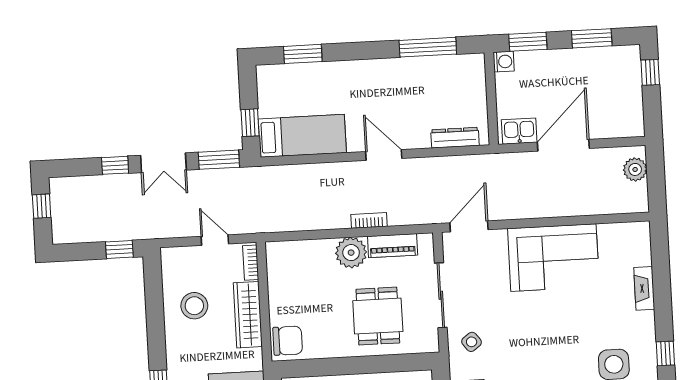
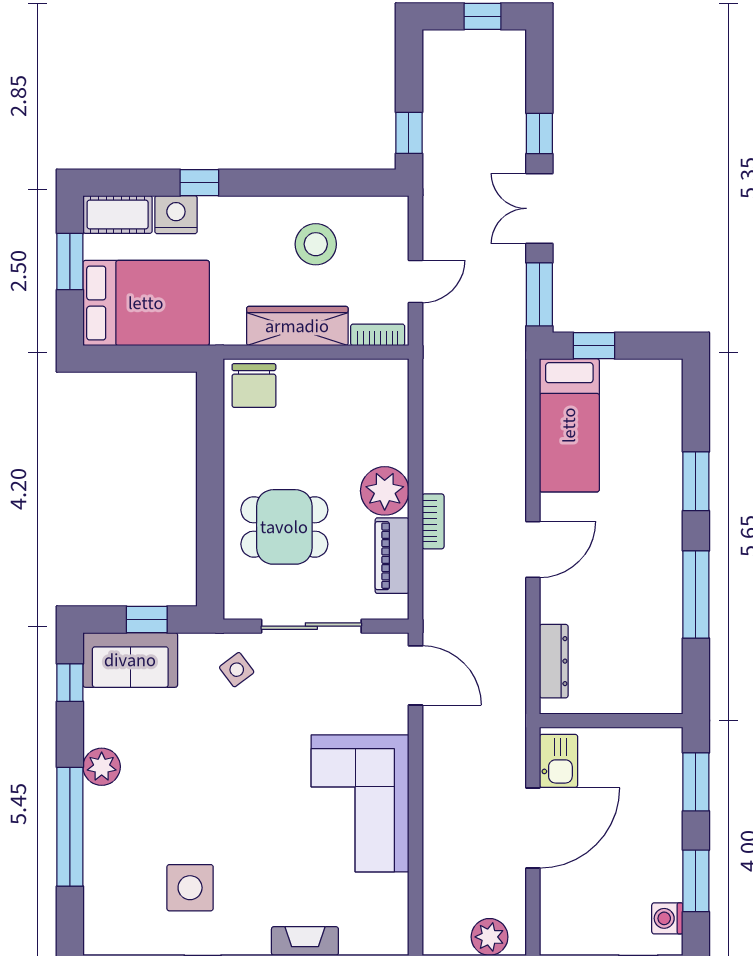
window: (428, 47) -> (696, 594), moved
window: (303, 54) -> (696, 481), moved
washing machine: (504, 62) -> (667, 918), moved, turned 90
door: (563, 145) -> (533, 828), hinge flipped

